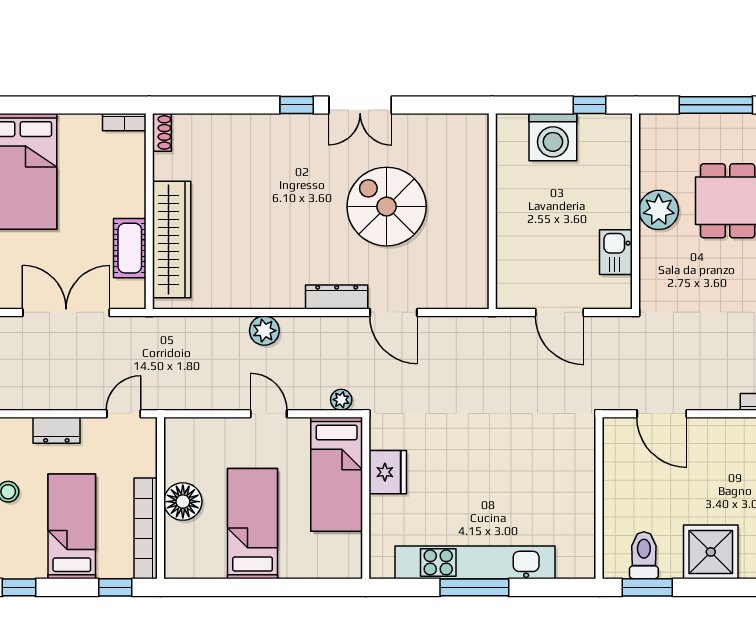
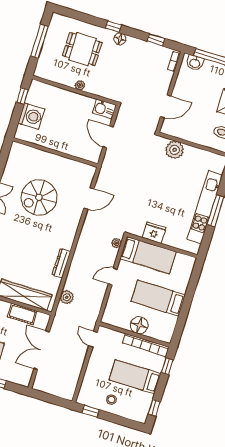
plant: (659, 210) -> (80, 85), width x0.53, depth x0.53
kitchen sink: (616, 252) -> (105, 109), moved
dresser: (337, 297) -> (61, 263), moved
door: (394, 312) -> (89, 198), moved
door: (560, 312) -> (108, 137), swing flipped
plant: (264, 331) -> (67, 297), moved
dresser: (56, 430) -> (91, 370), removed
plant: (576, 461) -> (175, 150), added

